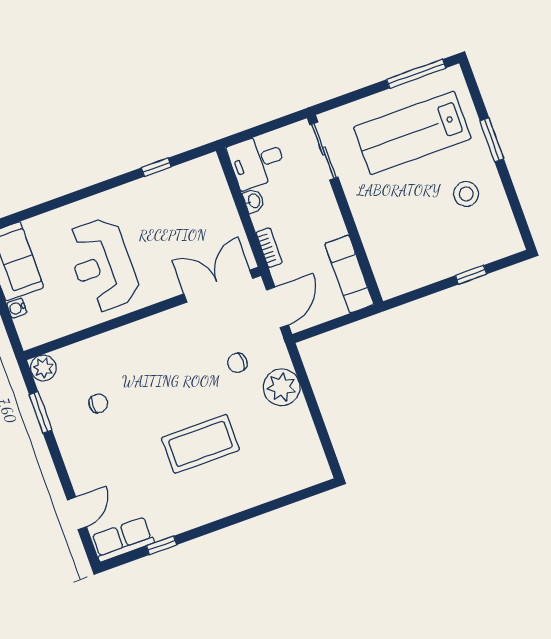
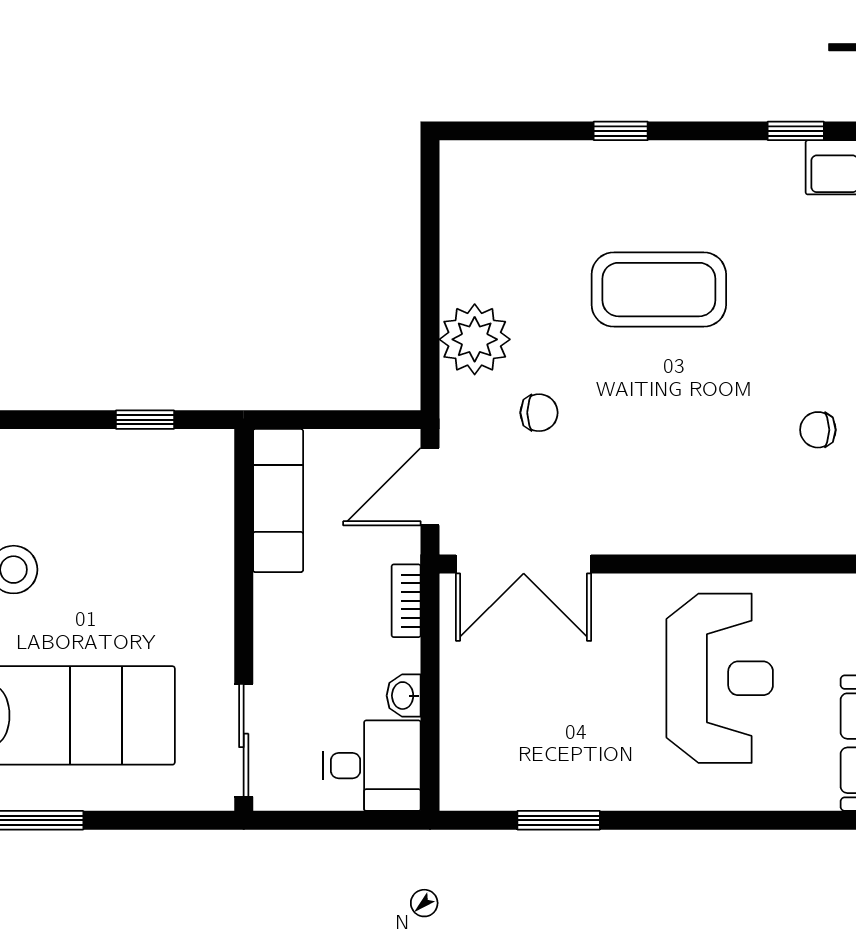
window: (156, 167) -> (559, 820), width x1.50
window: (471, 275) -> (145, 420), moved
window: (247, 515) -> (621, 131), added

